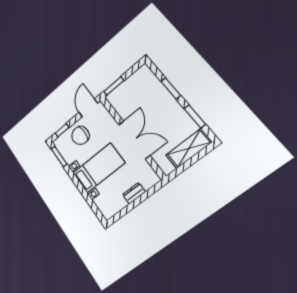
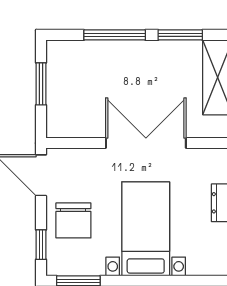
window: (114, 86) -> (41, 84), moved
window: (171, 88) -> (115, 35), width x1.44

